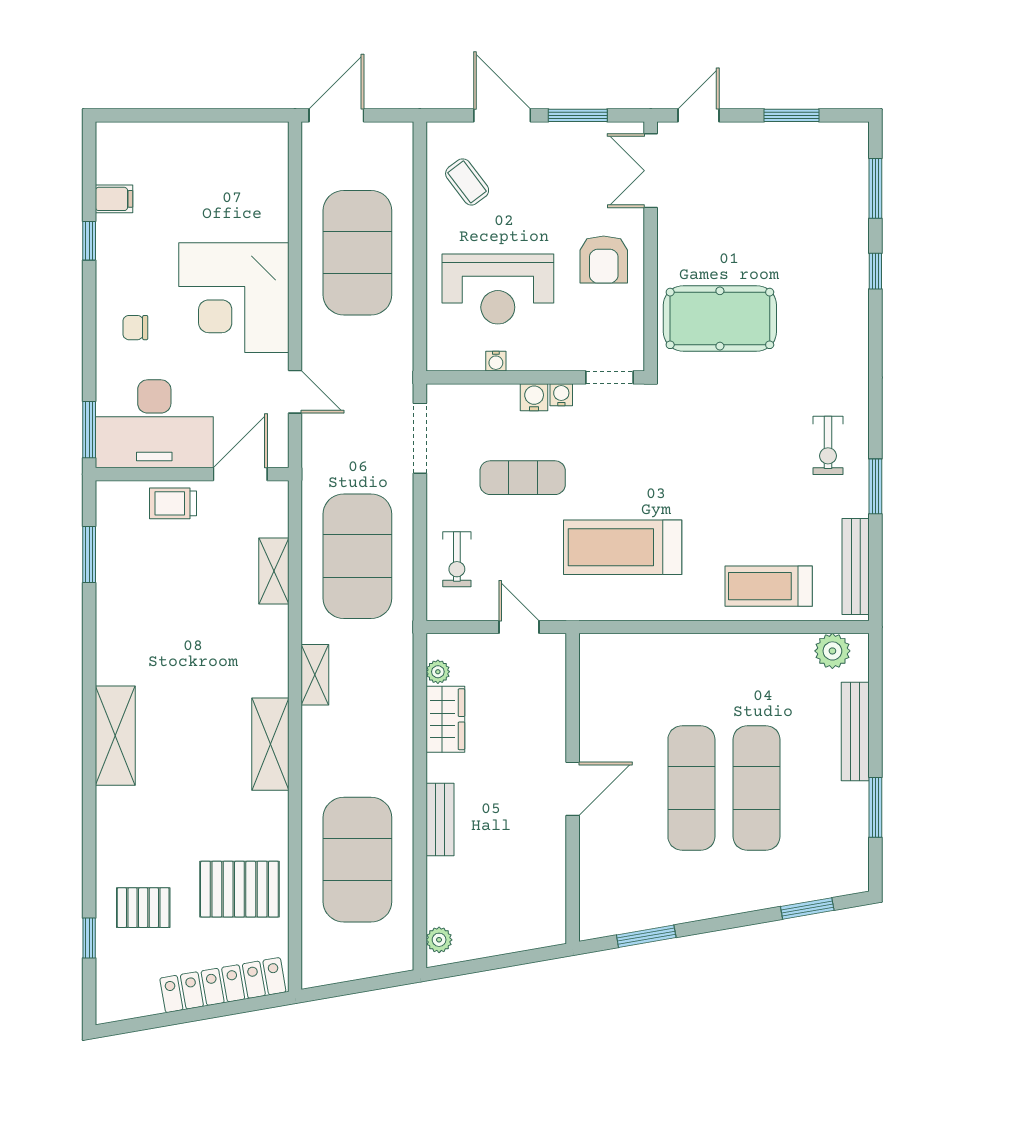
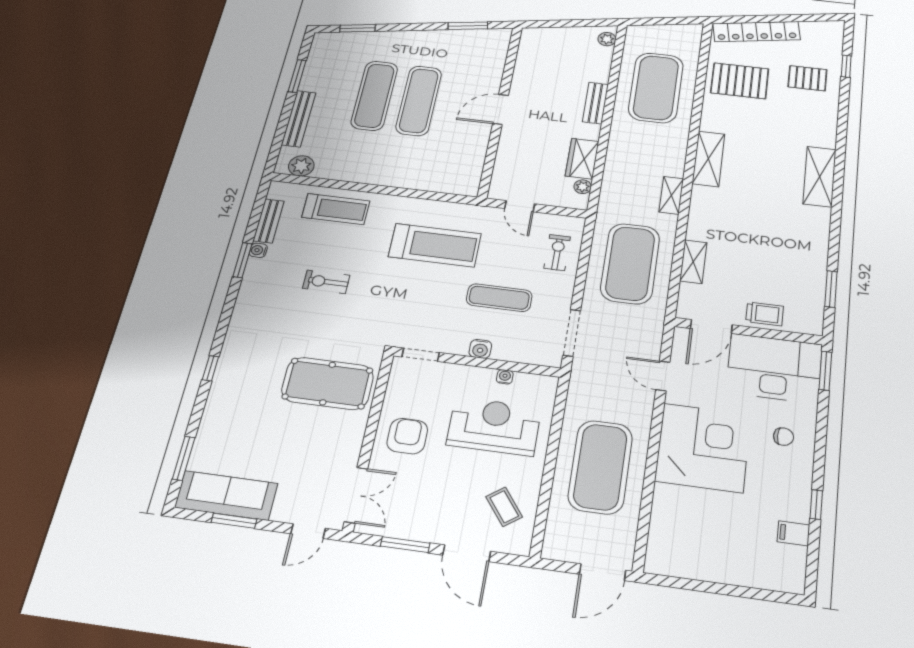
sofa: (810, 147) -> (226, 495), added
window: (875, 271) -> (210, 368), moved
water cooler: (561, 395) -> (258, 250), moved, turned 90
exercise bike: (828, 445) -> (326, 282), moved, turned -90
bench: (856, 567) -> (269, 221), width x0.73

